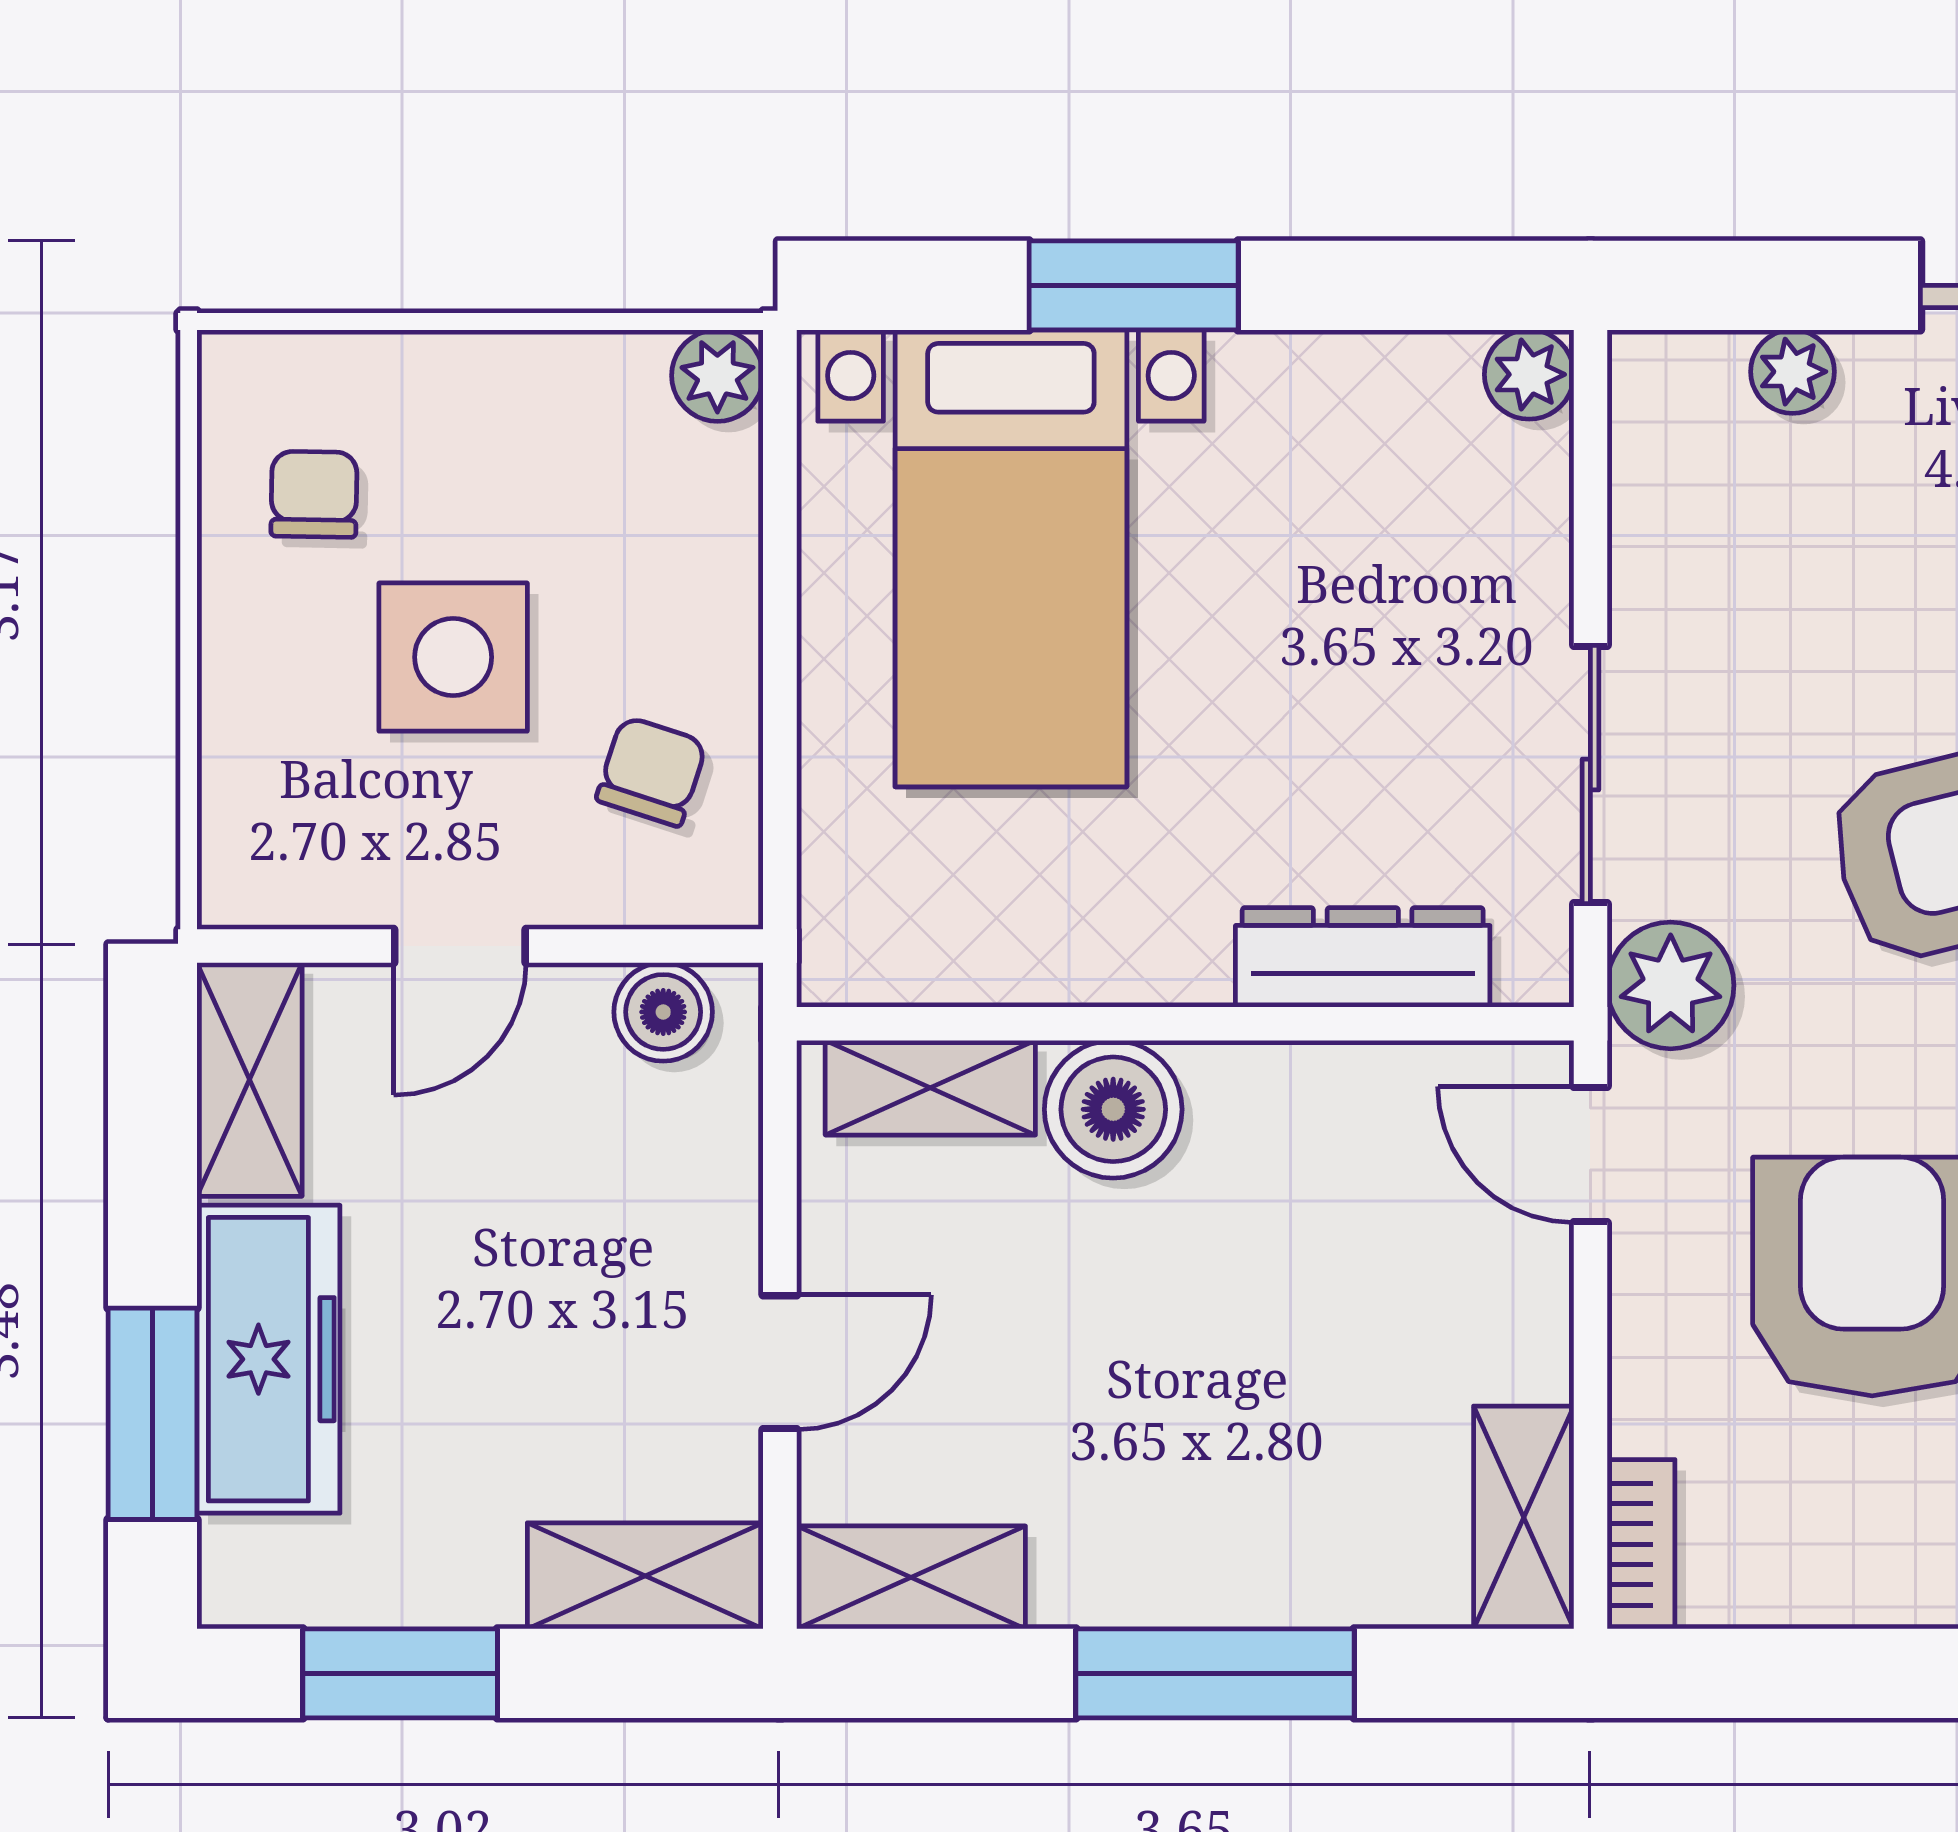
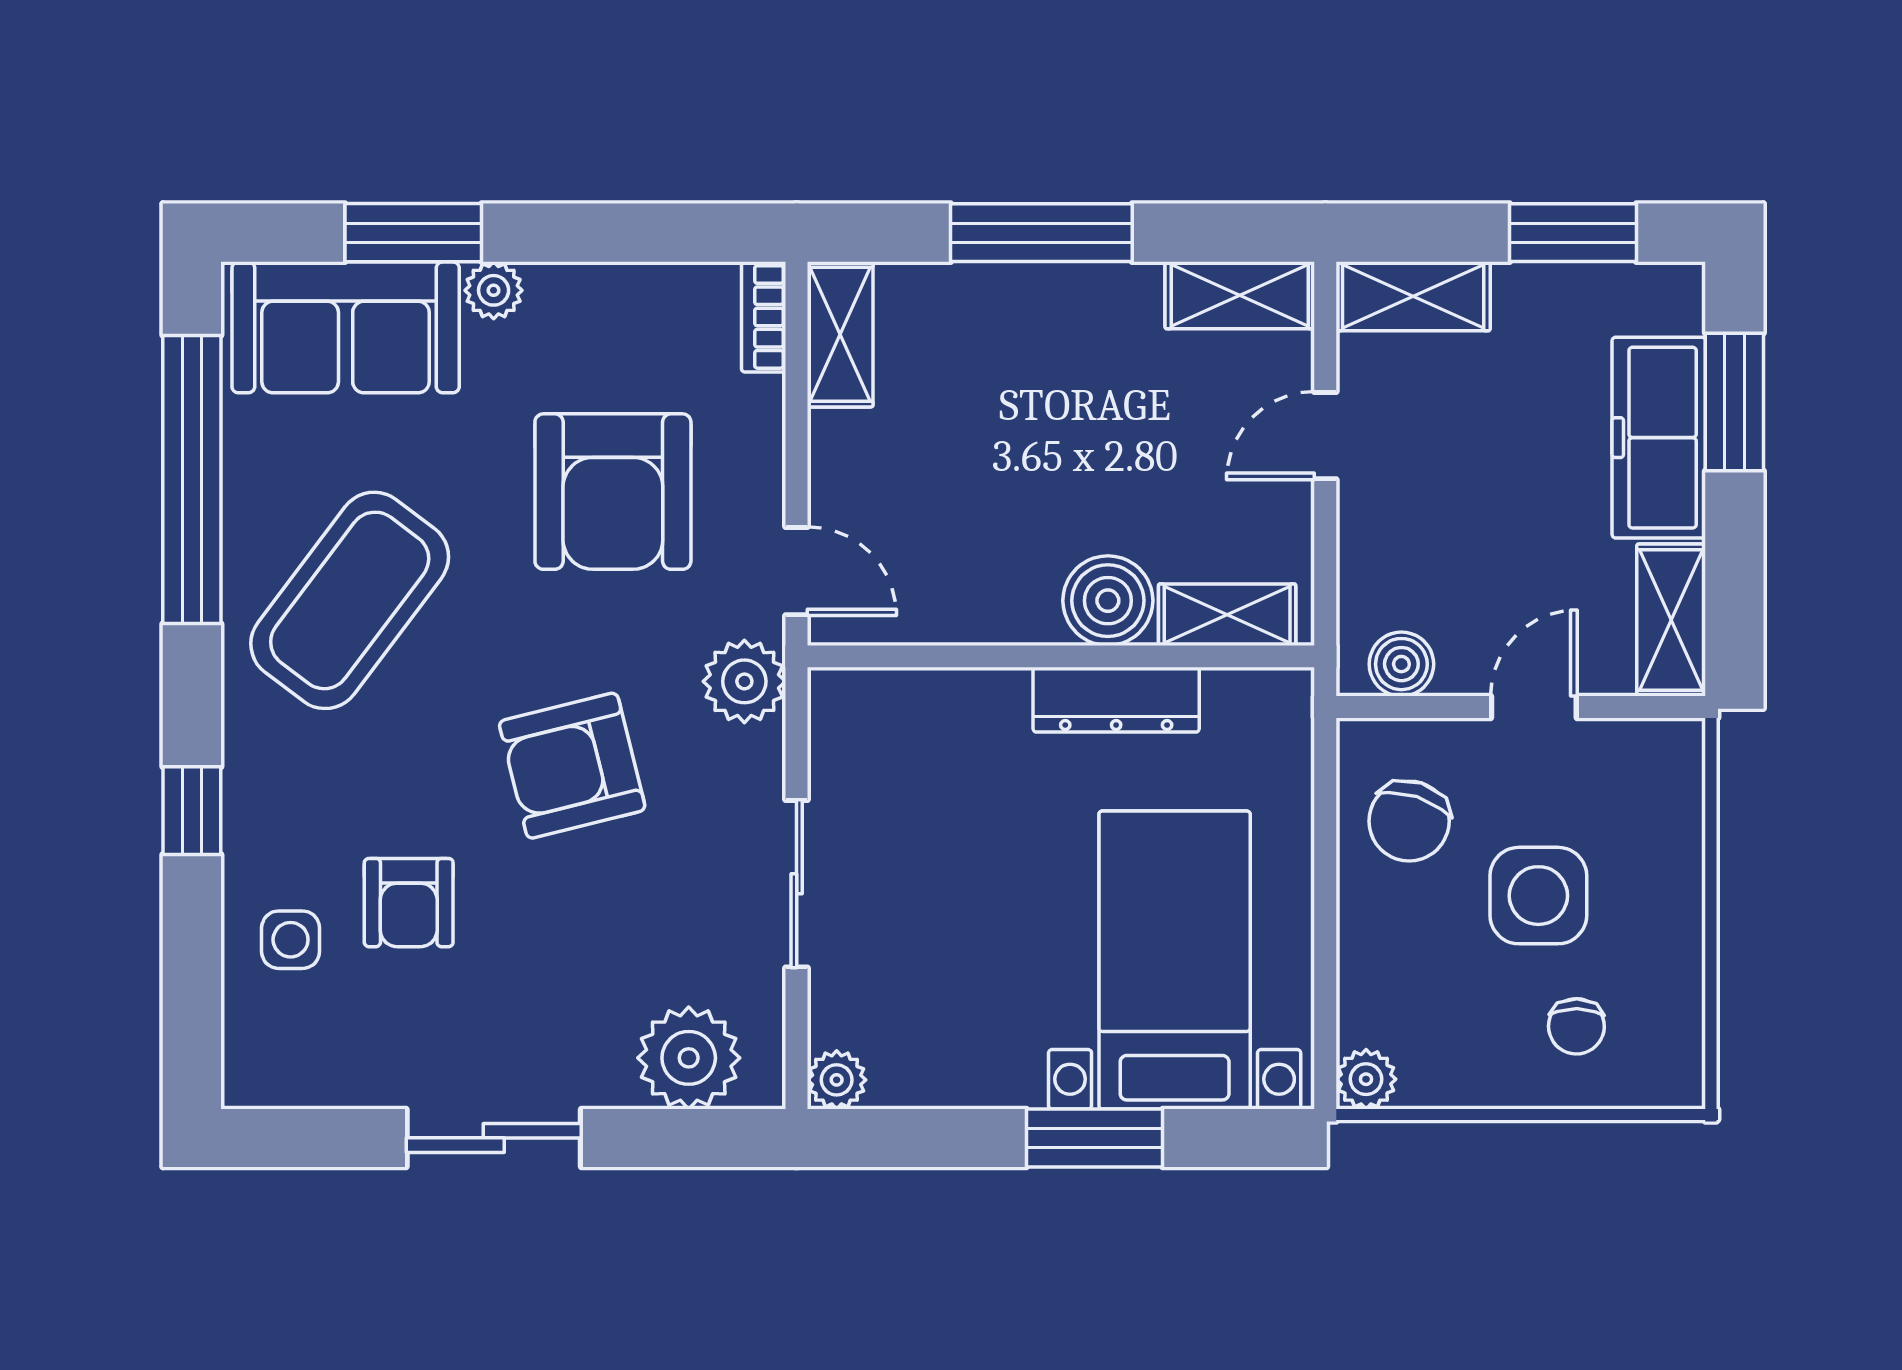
plant: (1792, 372) -> (689, 1058), width x1.87, depth x1.87
chair: (314, 494) -> (1576, 1026), moved
chair: (651, 771) -> (1409, 821), width x1.37, depth x1.37
sliding door: (1590, 774) -> (797, 884), moved
dresser: (1363, 957) -> (1116, 700), moved

